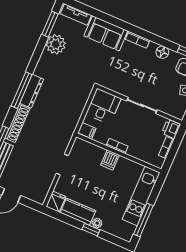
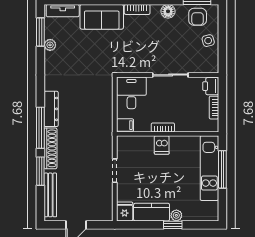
plant: (56, 44) -> (50, 45), width x0.53, depth x0.53
window: (22, 90) -> (40, 128), moved
window: (143, 220) -> (222, 169), moved

